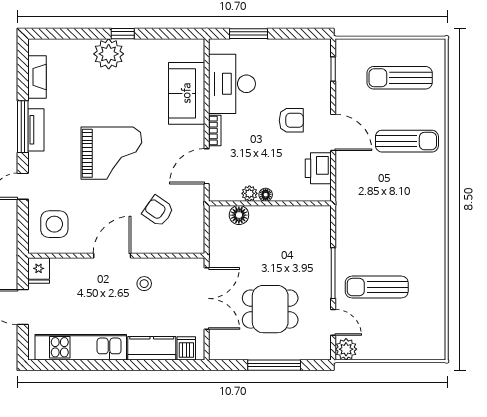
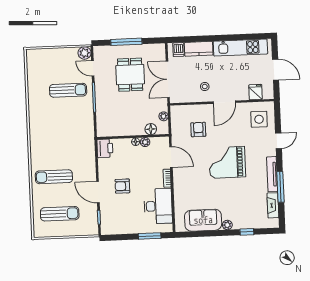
window: (123, 34) -> (247, 232), moved
plant: (109, 54) -> (227, 225), width x0.53, depth x0.53
sofa: (187, 93) -> (203, 220), moved, turned -90
window: (23, 127) -> (280, 187), moved
tv unit: (36, 130) -> (272, 174), width x1.41
door: (333, 132) -> (98, 192), moved
door: (207, 166) -> (171, 157), hinge flipped
printer: (318, 168) -> (105, 148), moved
armchair: (158, 211) -> (198, 130), turned -125
plant: (216, 236) -> (164, 116), added
fridge: (39, 271) -> (256, 92), moved
dining table: (270, 309) -> (130, 75), turned 90

